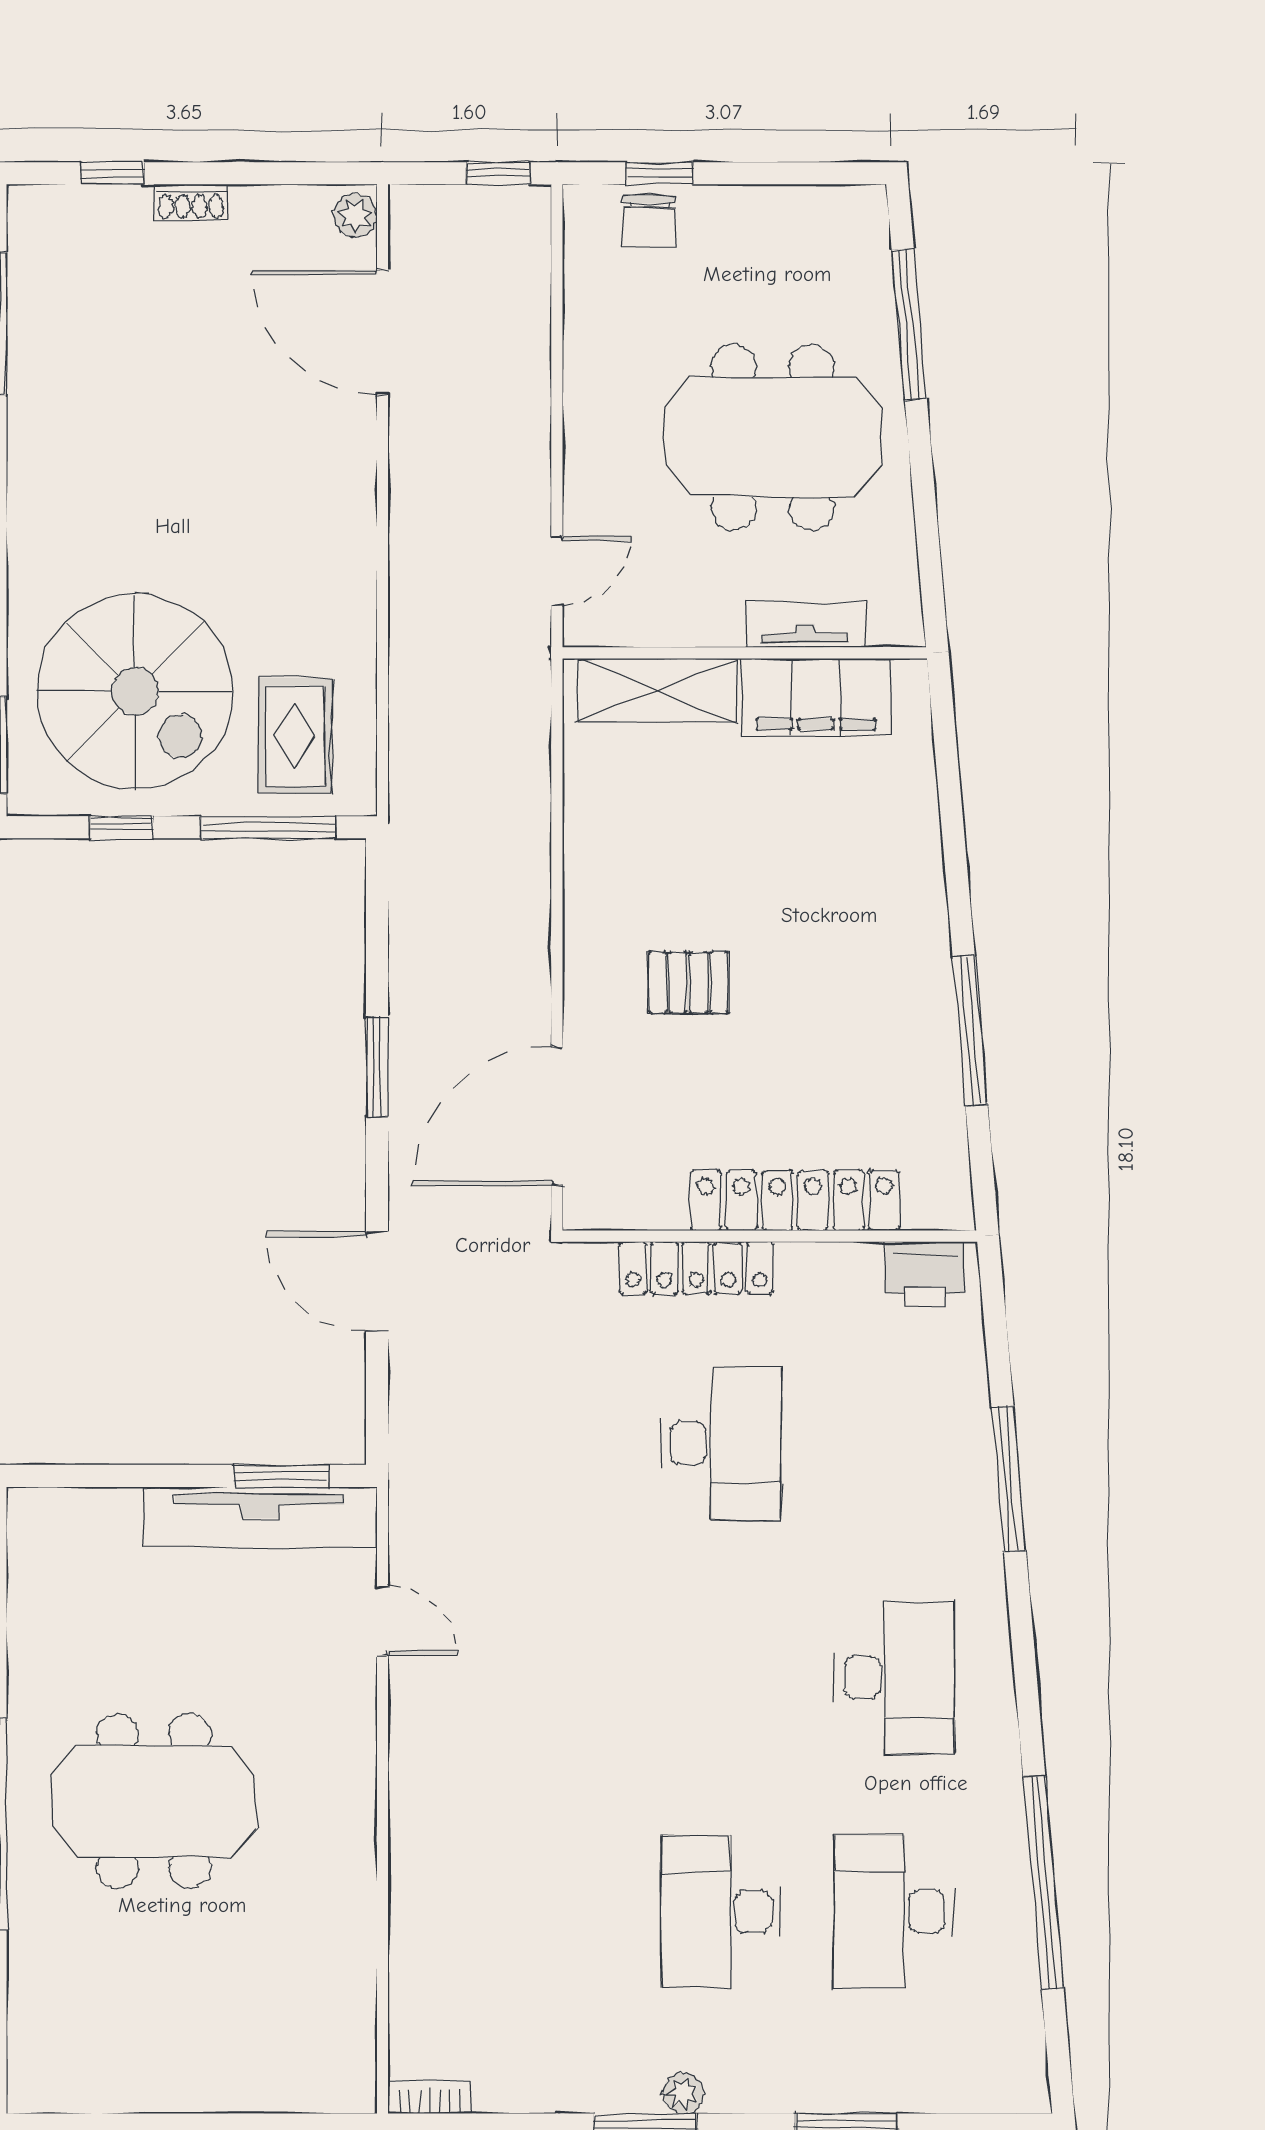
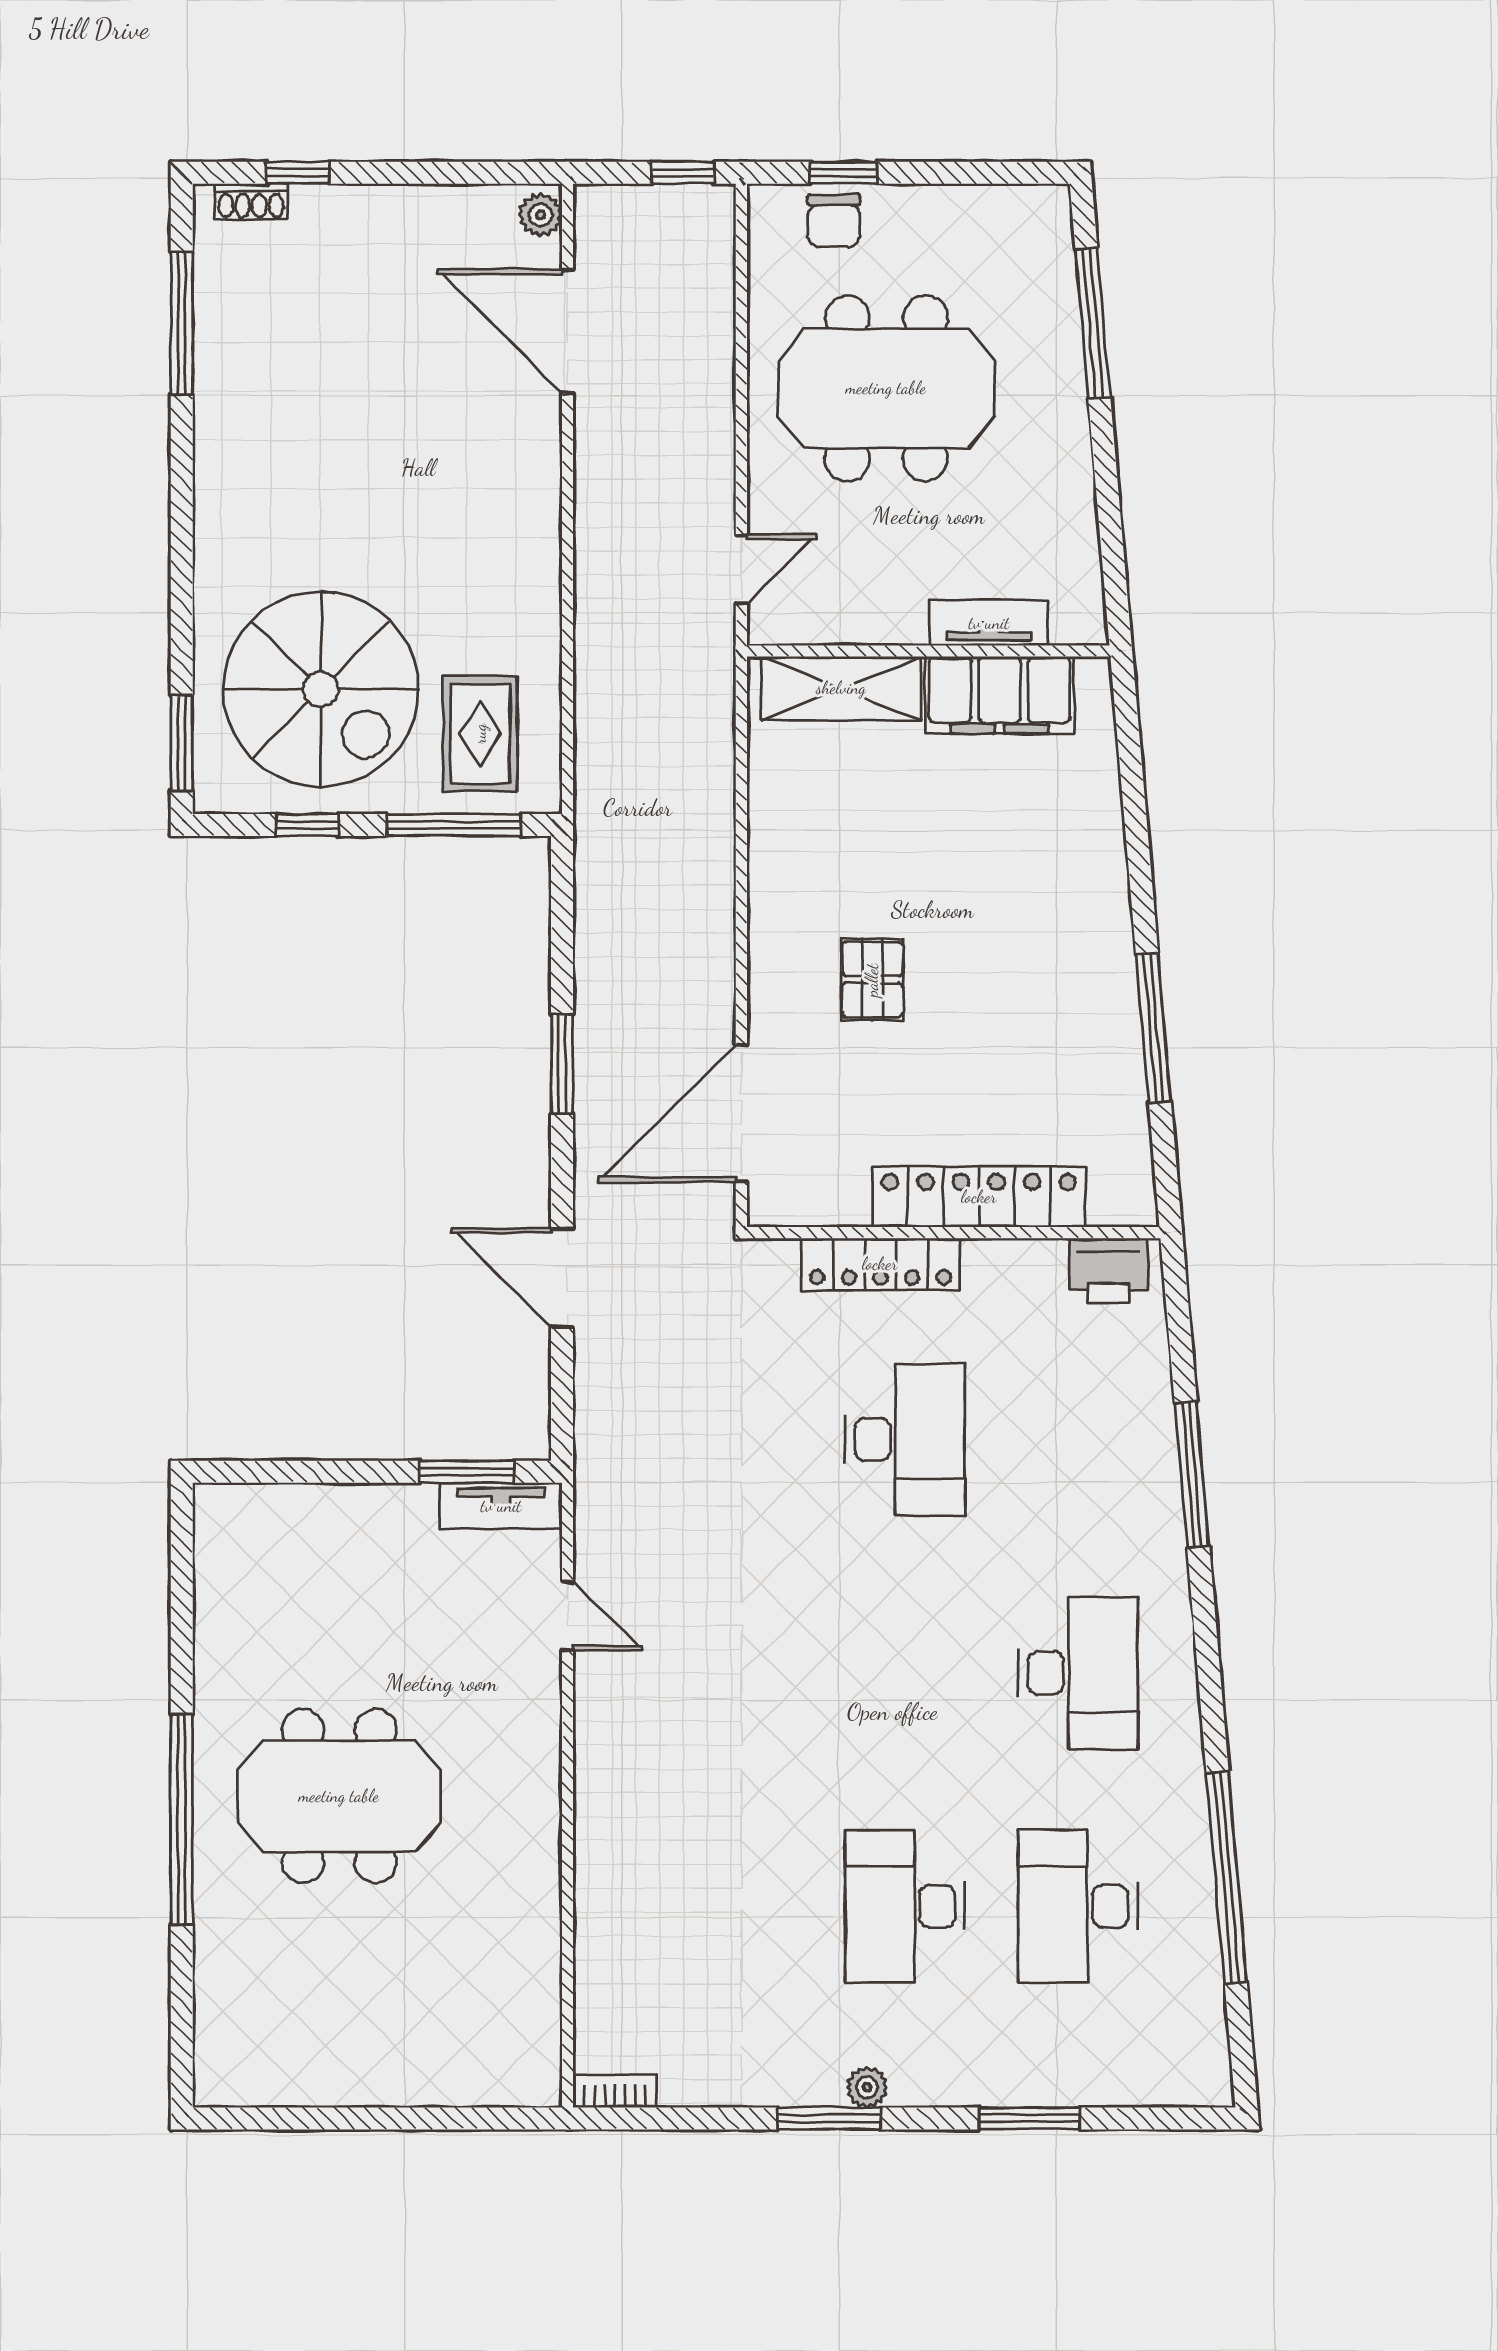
shoe rack: (191, 202) -> (251, 201), moved
meeting table: (773, 437) -> (886, 388), moved
pallet: (688, 982) -> (872, 980), turned 90
tv unit: (260, 1517) -> (501, 1506), width x0.52, depth x0.78

